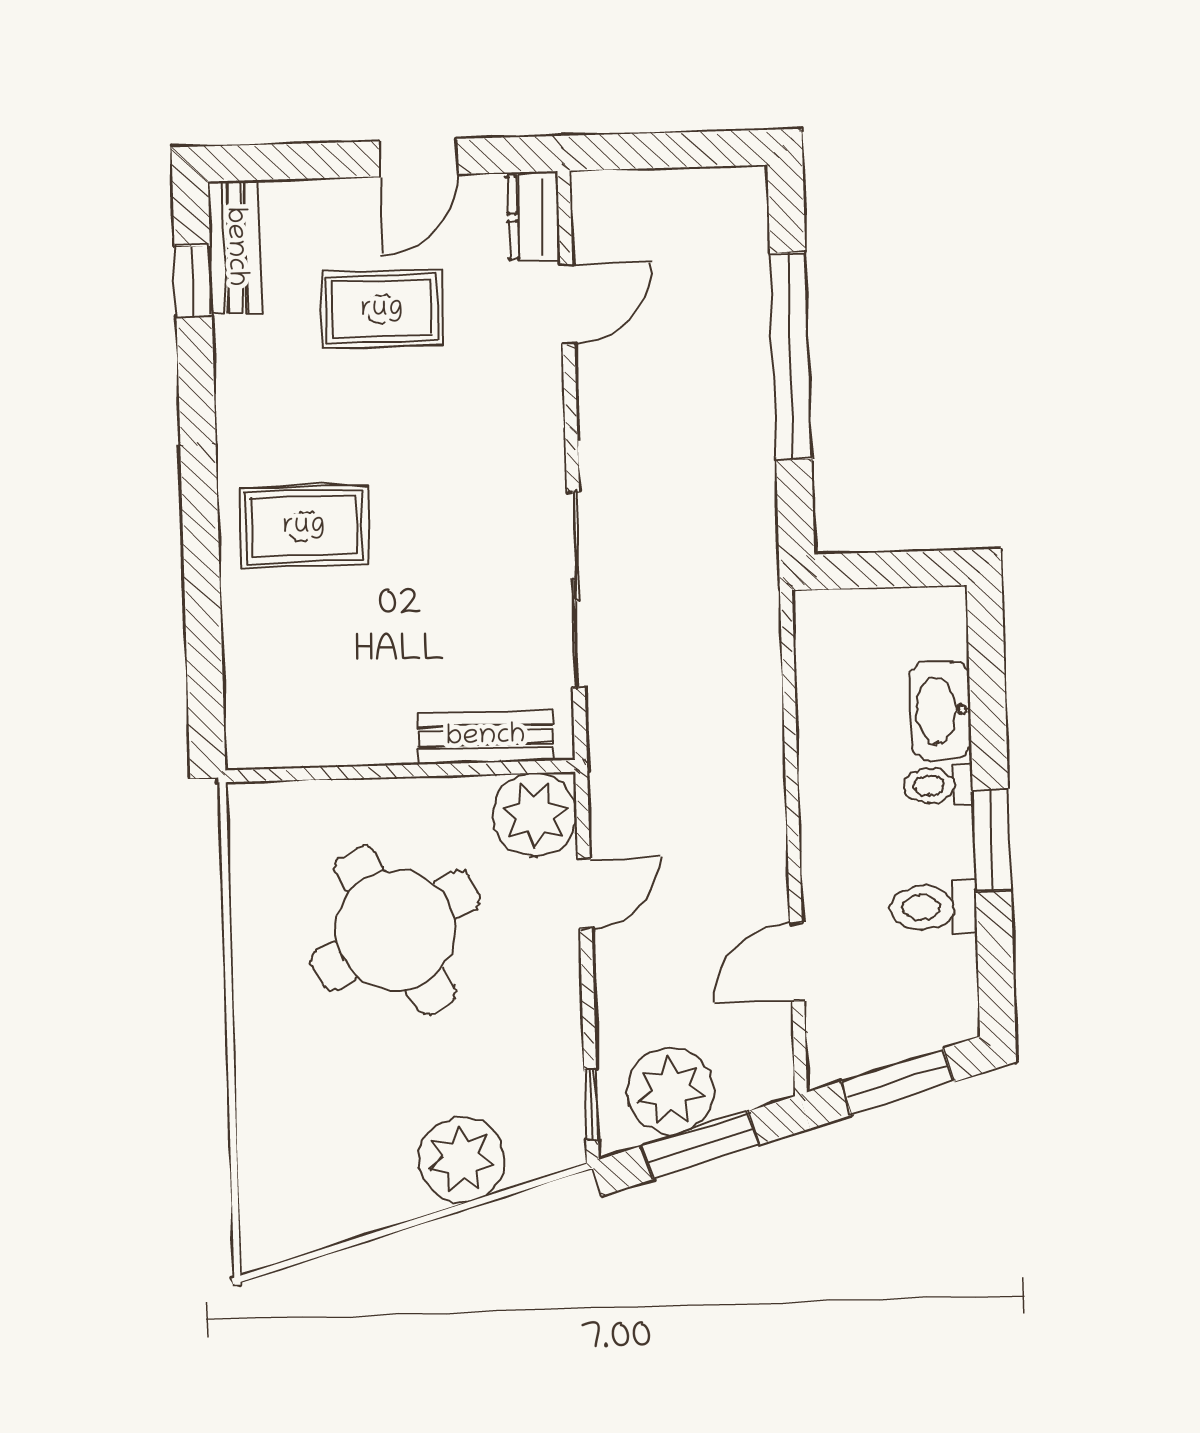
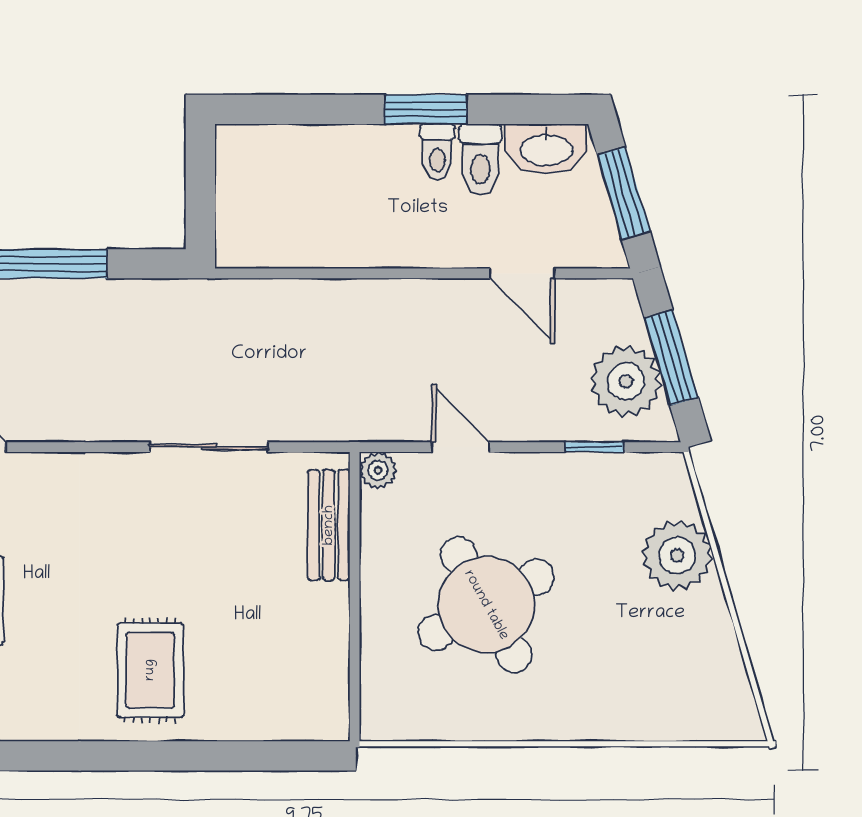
sliding door: (576, 589) -> (209, 447), width x0.73
washbasin: (940, 710) -> (546, 149), moved
toilet: (938, 785) -> (437, 152), moved
plant: (535, 815) -> (378, 470), width x0.53, depth x0.53
window: (591, 1105) -> (594, 447), moved

